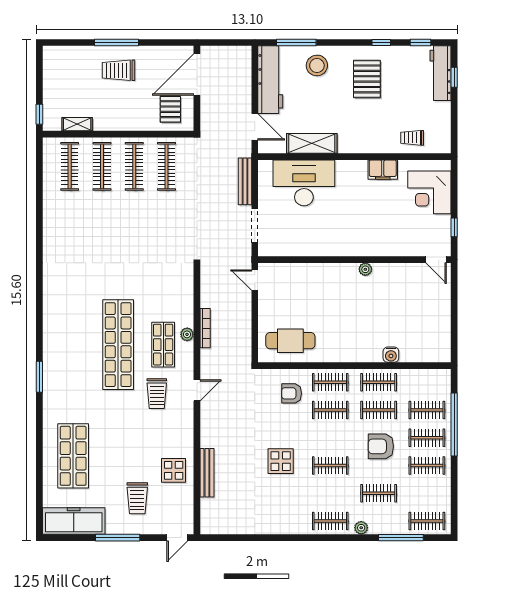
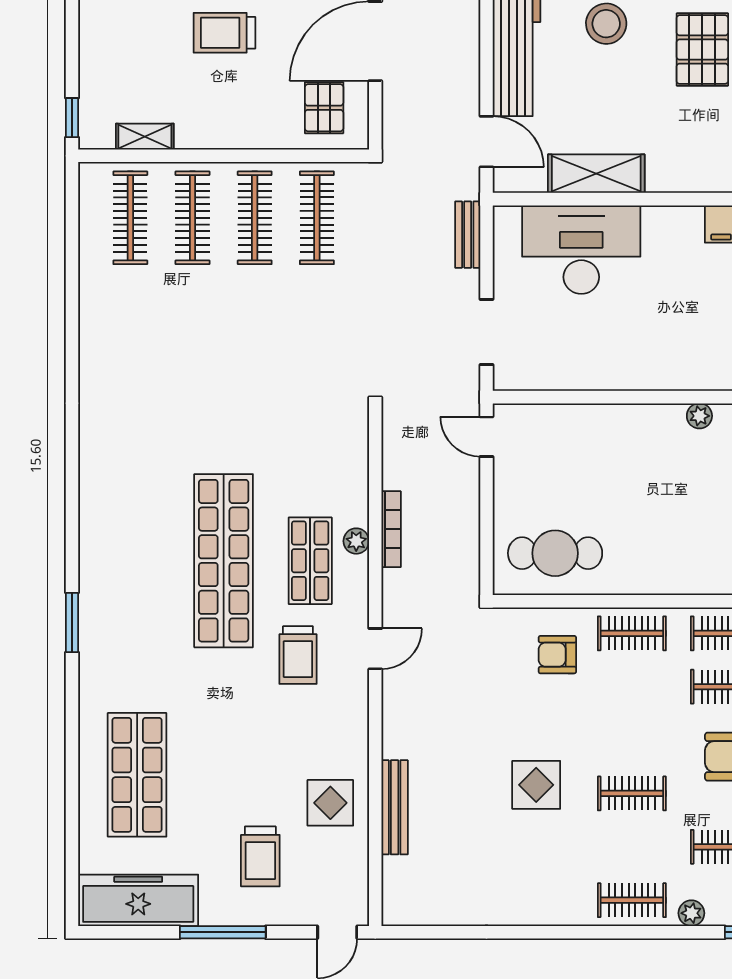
bench: (245, 181) -> (468, 235), width x0.73
clothes rail: (330, 410) -> (632, 687), removed

